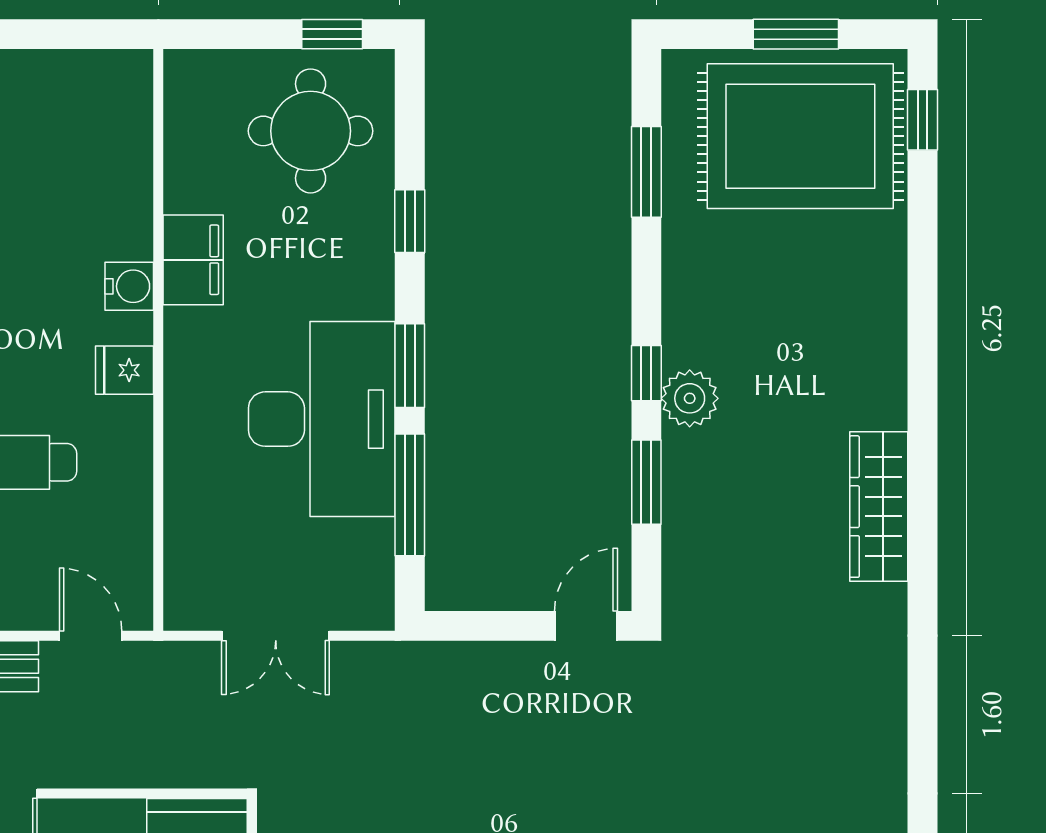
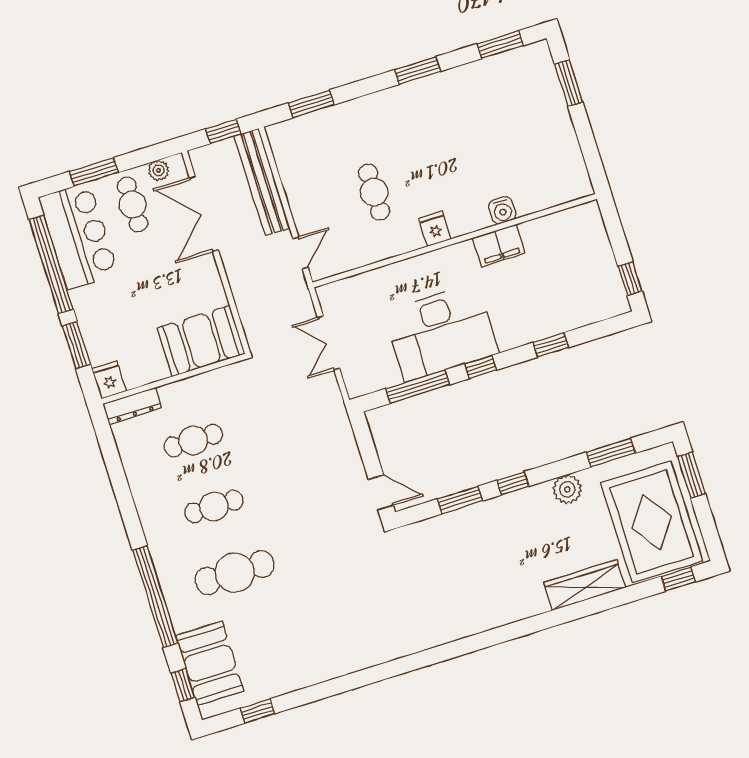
window: (796, 34) -> (691, 475), moved
round table: (311, 131) -> (580, 283), removed
water cooler: (129, 286) -> (502, 210), moved
window: (410, 366) -> (481, 367), width x0.67
plant: (690, 398) -> (567, 489), moved
wardrobe: (879, 507) -> (585, 585), moved

